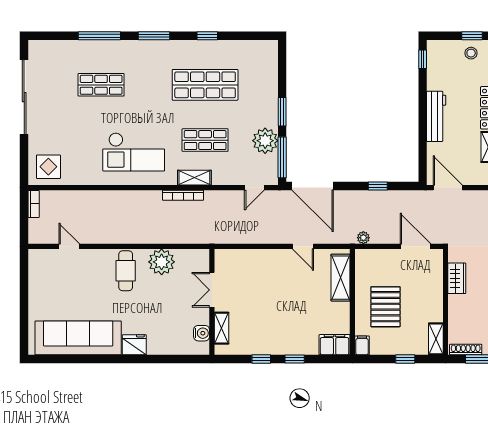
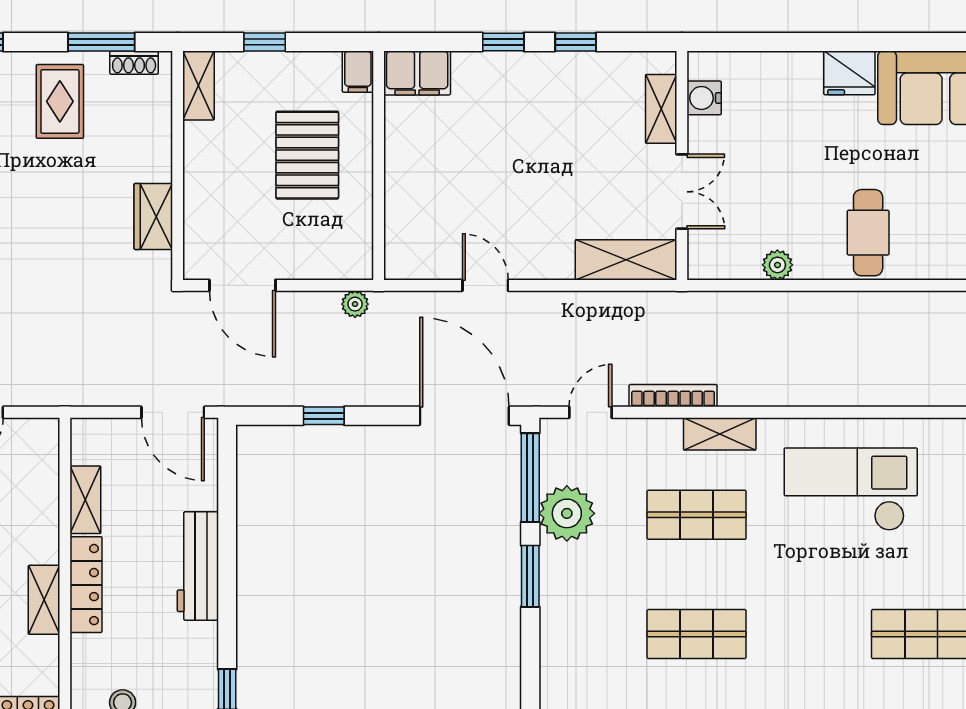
shop shelf: (205, 85) -> (697, 634), width x0.70, depth x0.74
bookcase: (183, 195) -> (673, 396), moved
plant: (162, 262) -> (777, 265), width x0.53, depth x0.53
shelving: (341, 278) -> (626, 260), moved, turned 90
shoe rack: (466, 350) -> (134, 63), width x0.70

